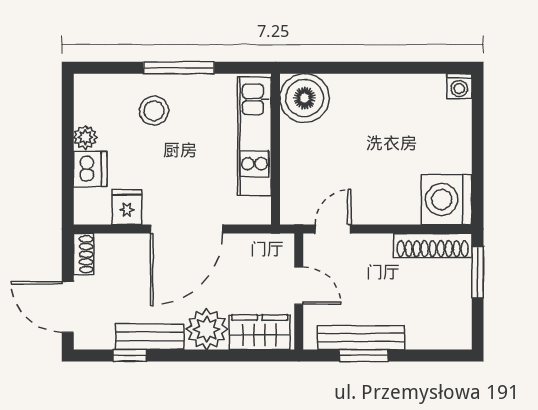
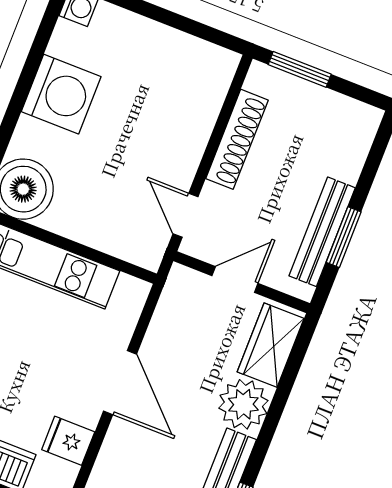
washing machine: (447, 200) -> (61, 94), moved, turned -90
door: (186, 229) -> (120, 383), width x0.73
shoe rack: (433, 246) -> (237, 139), moved

